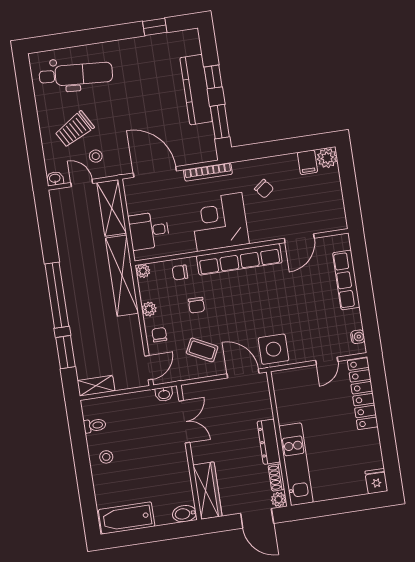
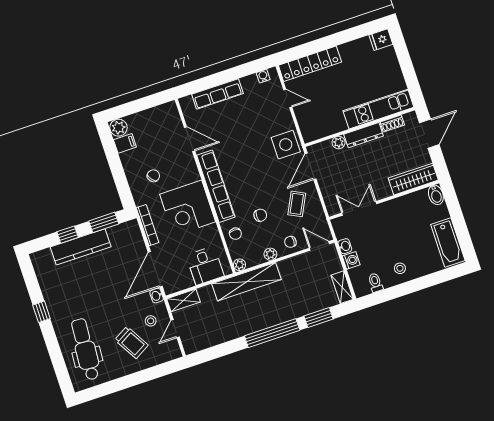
window: (155, 27) -> (41, 312), moved
washbasin: (55, 179) -> (157, 296), moved
shelving: (112, 208) -> (184, 300), width x0.67, depth x0.75
washbasin: (164, 394) -> (345, 246), moved
washing machine: (125, 402) -> (351, 260), added
plant: (279, 499) -> (339, 143), moved

